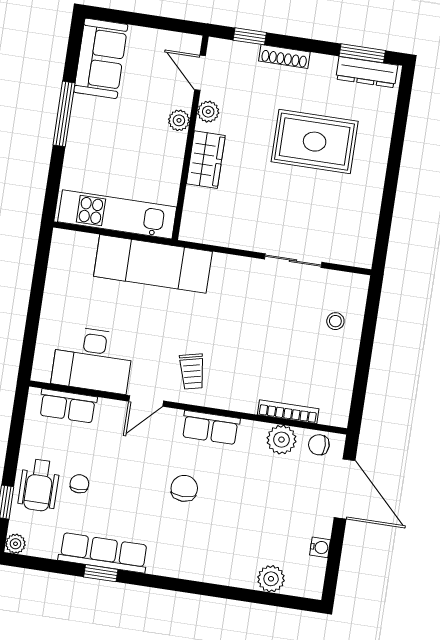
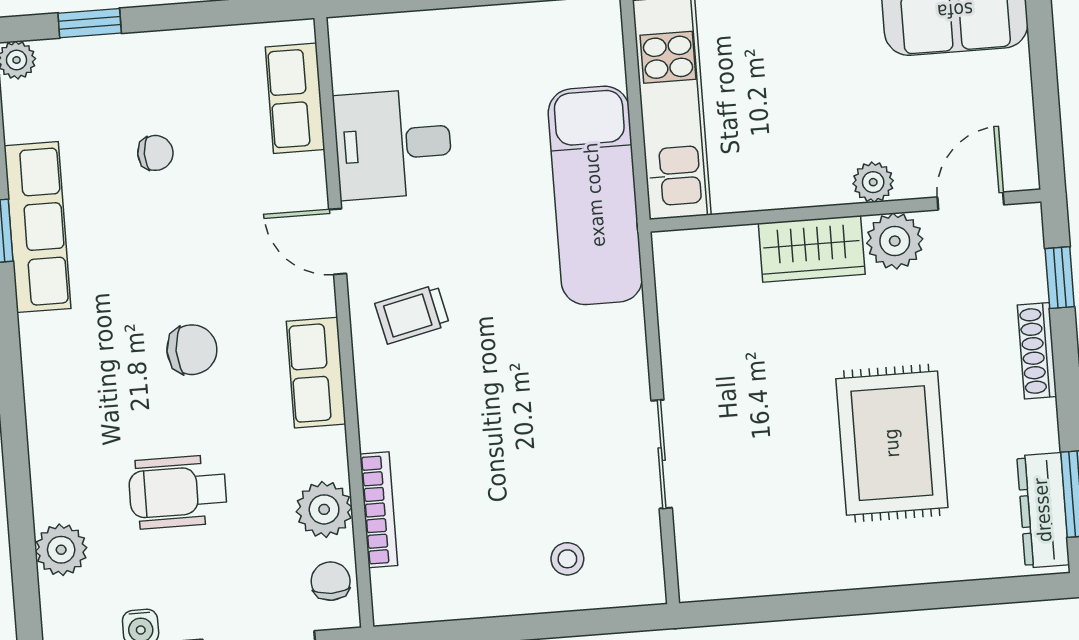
plant: (208, 112) -> (895, 241), width x1.38, depth x1.38
desk: (93, 360) -> (393, 144), width x0.73
wheelchair: (39, 485) -> (178, 492), moved

